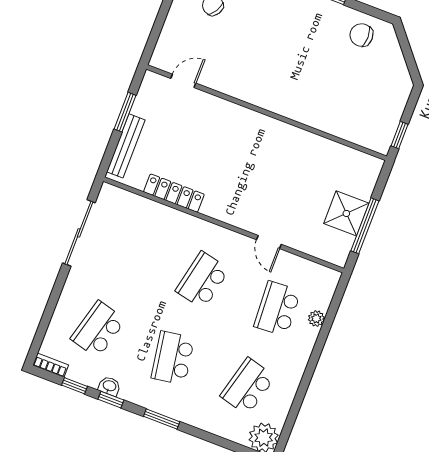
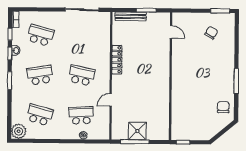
locker: (174, 193) -> (117, 60), moved

